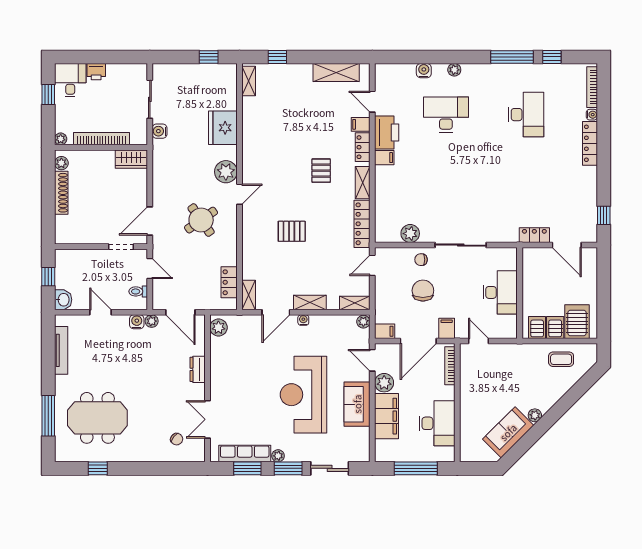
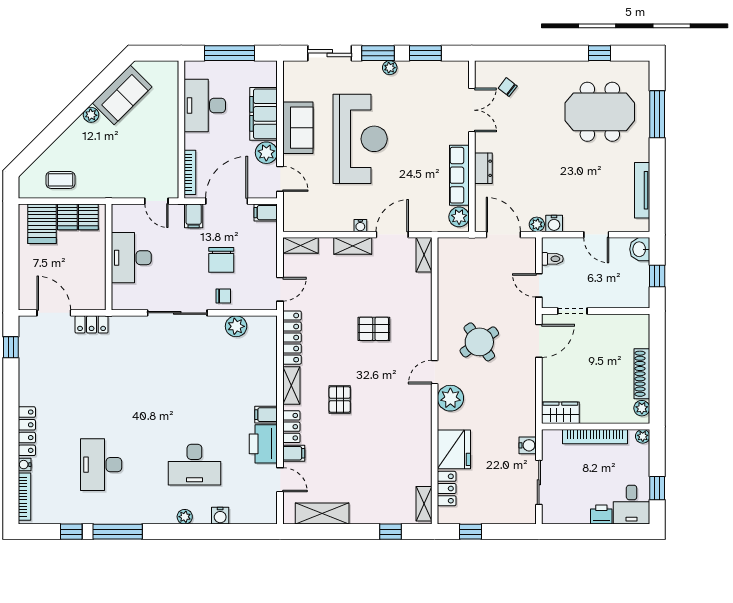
locker: (229, 282) -> (447, 489), moved
plant: (363, 322) -> (290, 224), removed
row of seats: (245, 454) -> (459, 175), moved, turned 90

